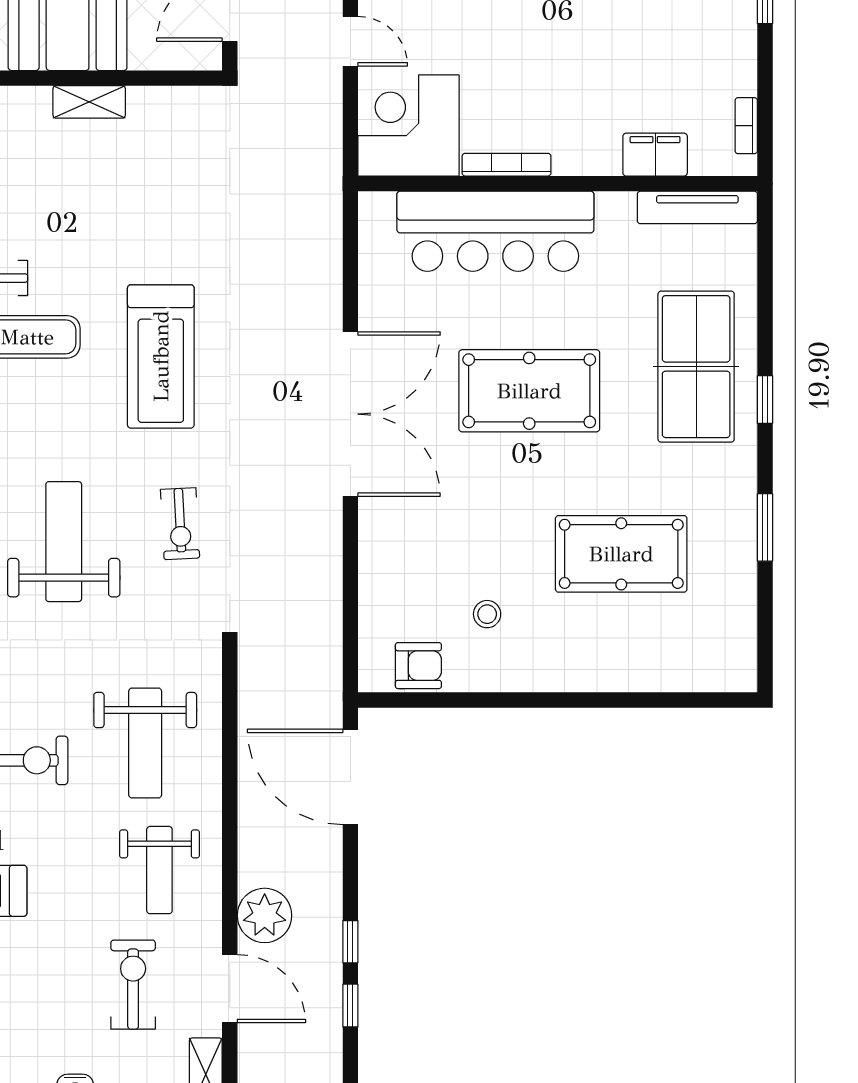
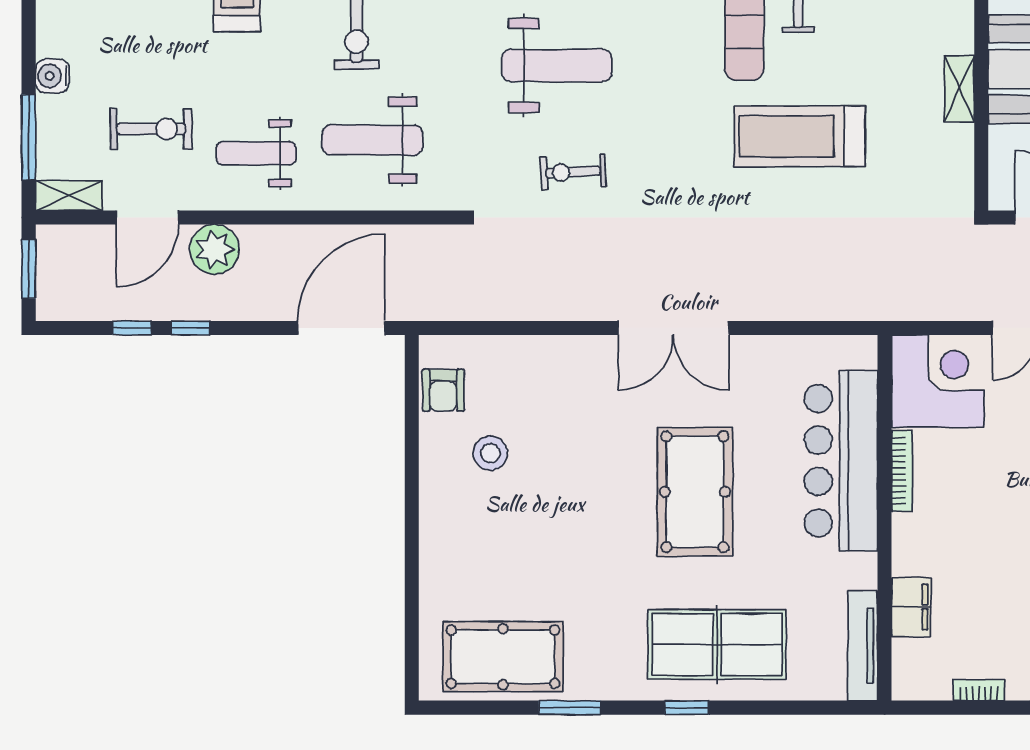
bookcase: (746, 126) -> (979, 690), moved
treadmill: (161, 356) -> (800, 136), moved
double door: (350, 414) -> (674, 328), width x0.73
pool table: (621, 554) -> (503, 657), moved, turned 90
stool: (487, 614) -> (490, 453), width x1.37, depth x1.37

